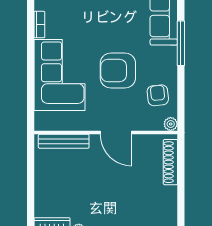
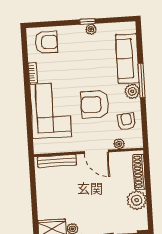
plant: (168, 56) -> (132, 91), added
plant: (171, 124) -> (119, 144), moved
plant: (165, 199) -> (137, 200), added

